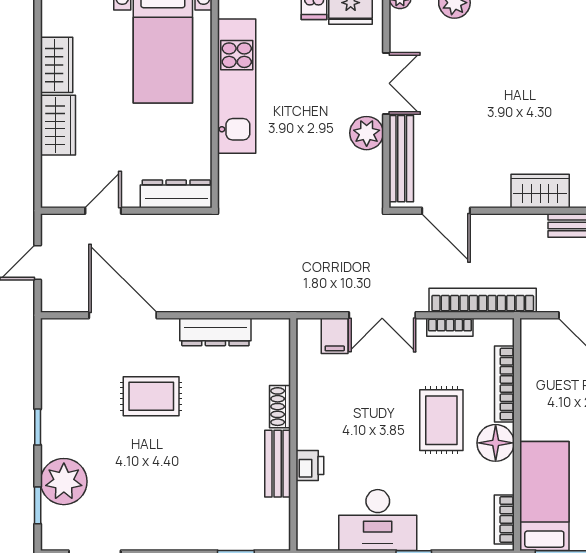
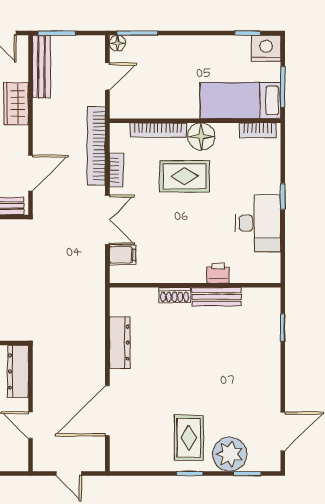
rug: (151, 396) -> (189, 438), moved

